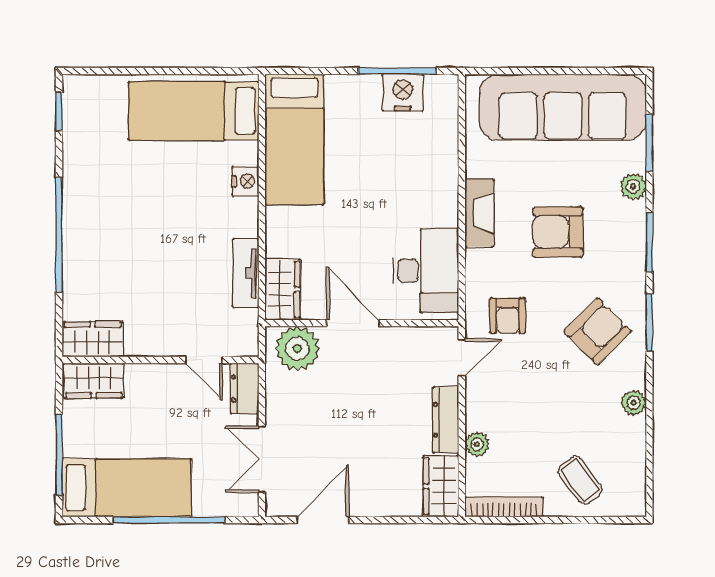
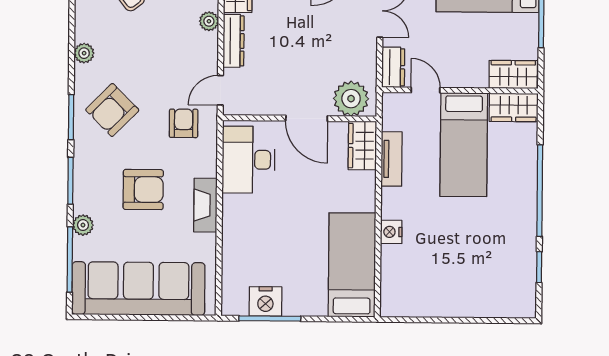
window: (59, 111) -> (539, 267), moved
bed: (194, 111) -> (464, 145), moved, turned 90
window: (649, 143) -> (70, 260), width x1.44

